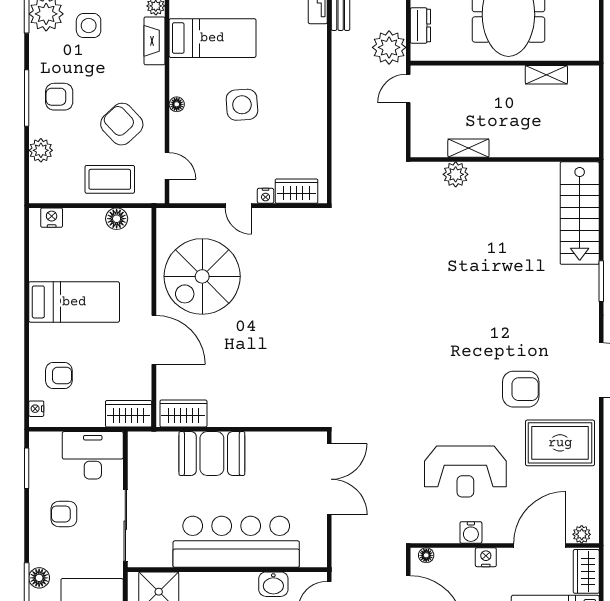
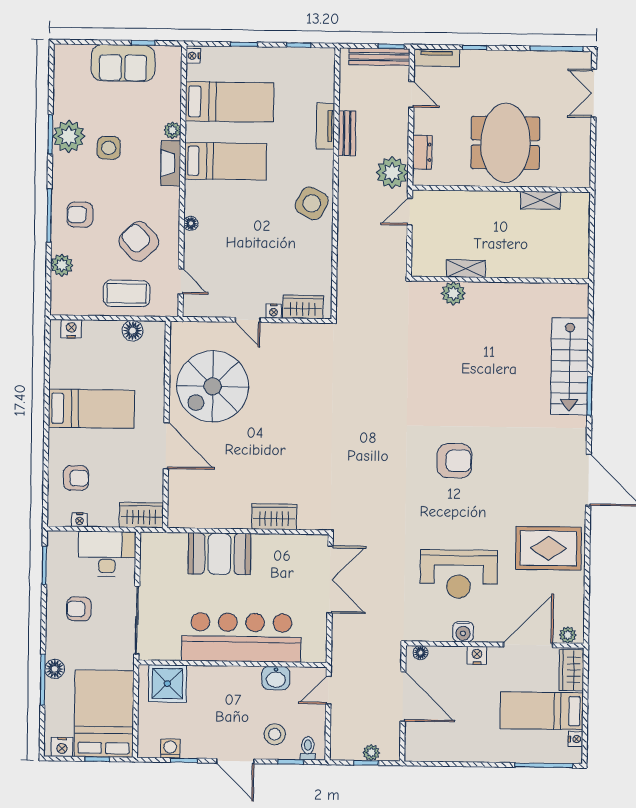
side table: (242, 105) -> (312, 203), moved, turned 32
stairs: (580, 213) -> (570, 366), moved
armchair: (521, 389) -> (454, 461), moved
nightstand: (36, 409) -> (80, 520), moved, turned -90
wardrobe: (183, 413) -> (274, 517), moved

